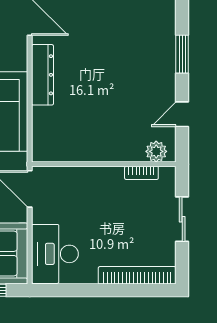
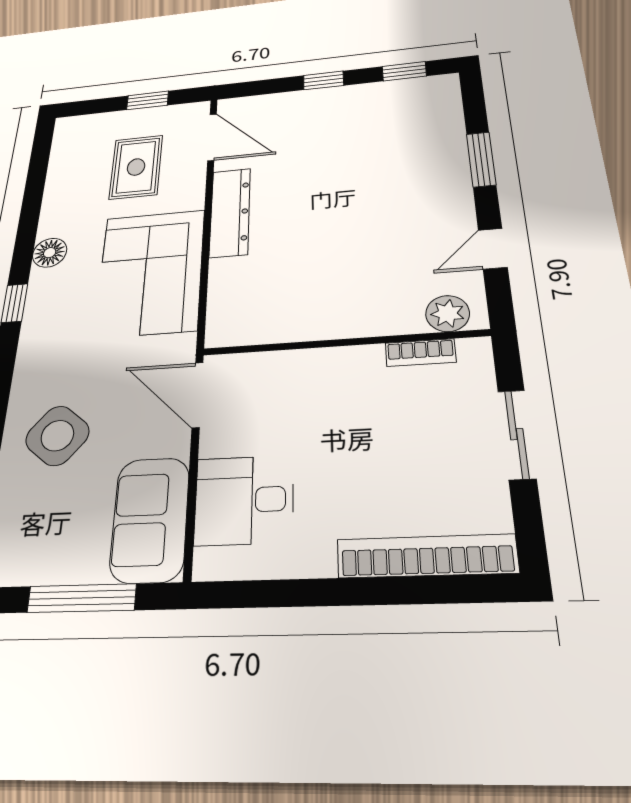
desk: (55, 254) -> (244, 500), width x0.73

